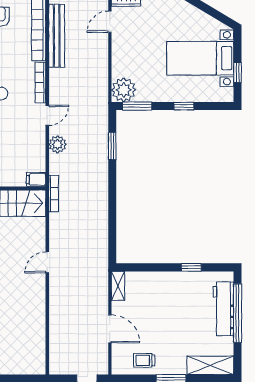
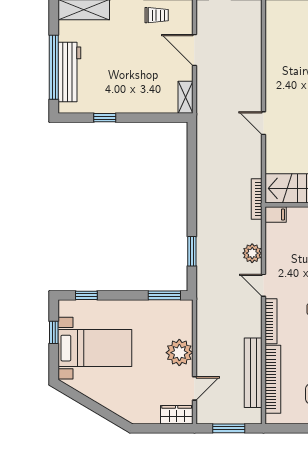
plant: (124, 90) -> (179, 353), moved
window: (184, 106) -> (86, 295), moved
door: (47, 115) -> (264, 285), hinge flipped
door: (47, 262) -> (264, 123), swing flipped

